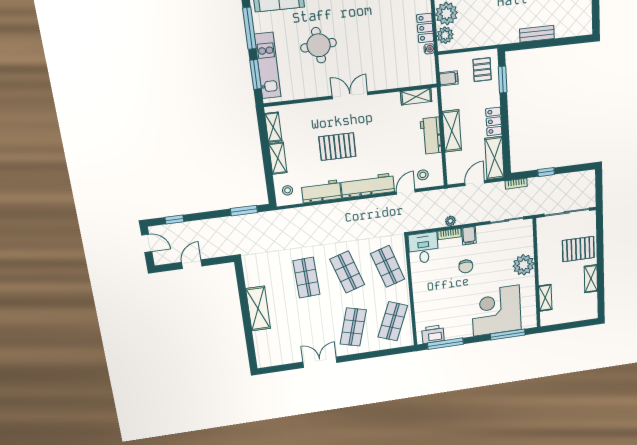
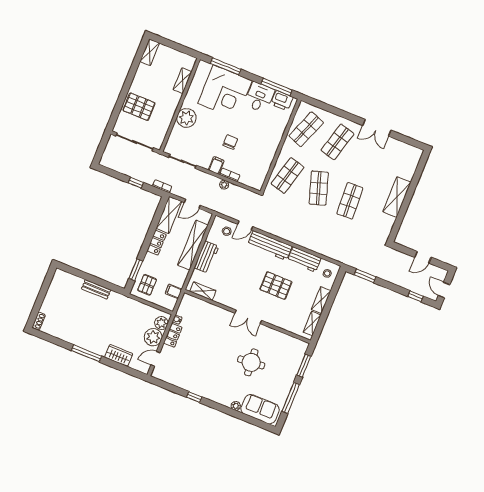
kitchen unit: (268, 66) -> (292, 367), removed
shelving: (452, 131) -> (193, 245), width x1.47
desk: (424, 248) -> (259, 97), moved, turned 180
shop shelf: (388, 266) -> (287, 175), turned 33
shelving: (591, 279) -> (150, 52), moved

